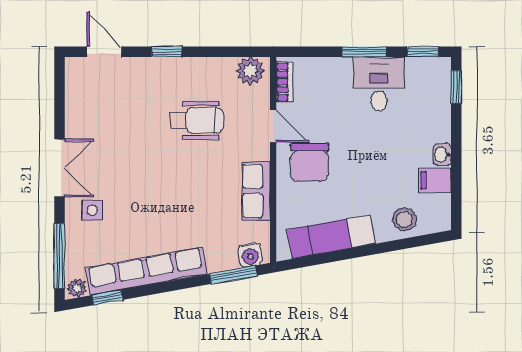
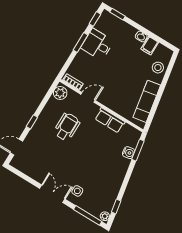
chair: (310, 162) -> (112, 92), removed
water cooler: (250, 255) -> (129, 153), moved
row of seats: (146, 271) -> (115, 184), removed

